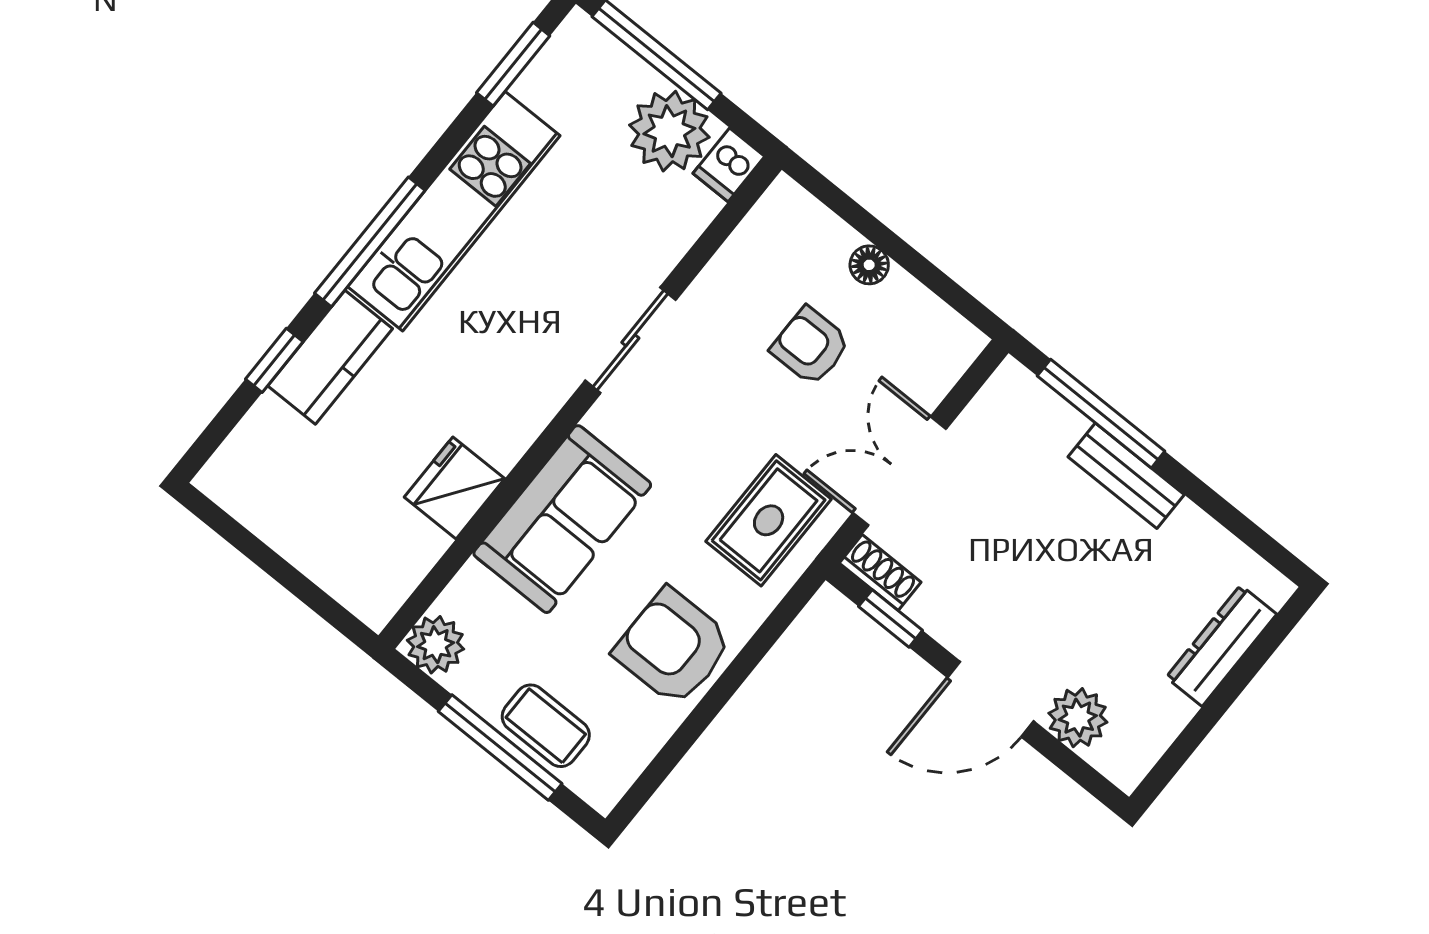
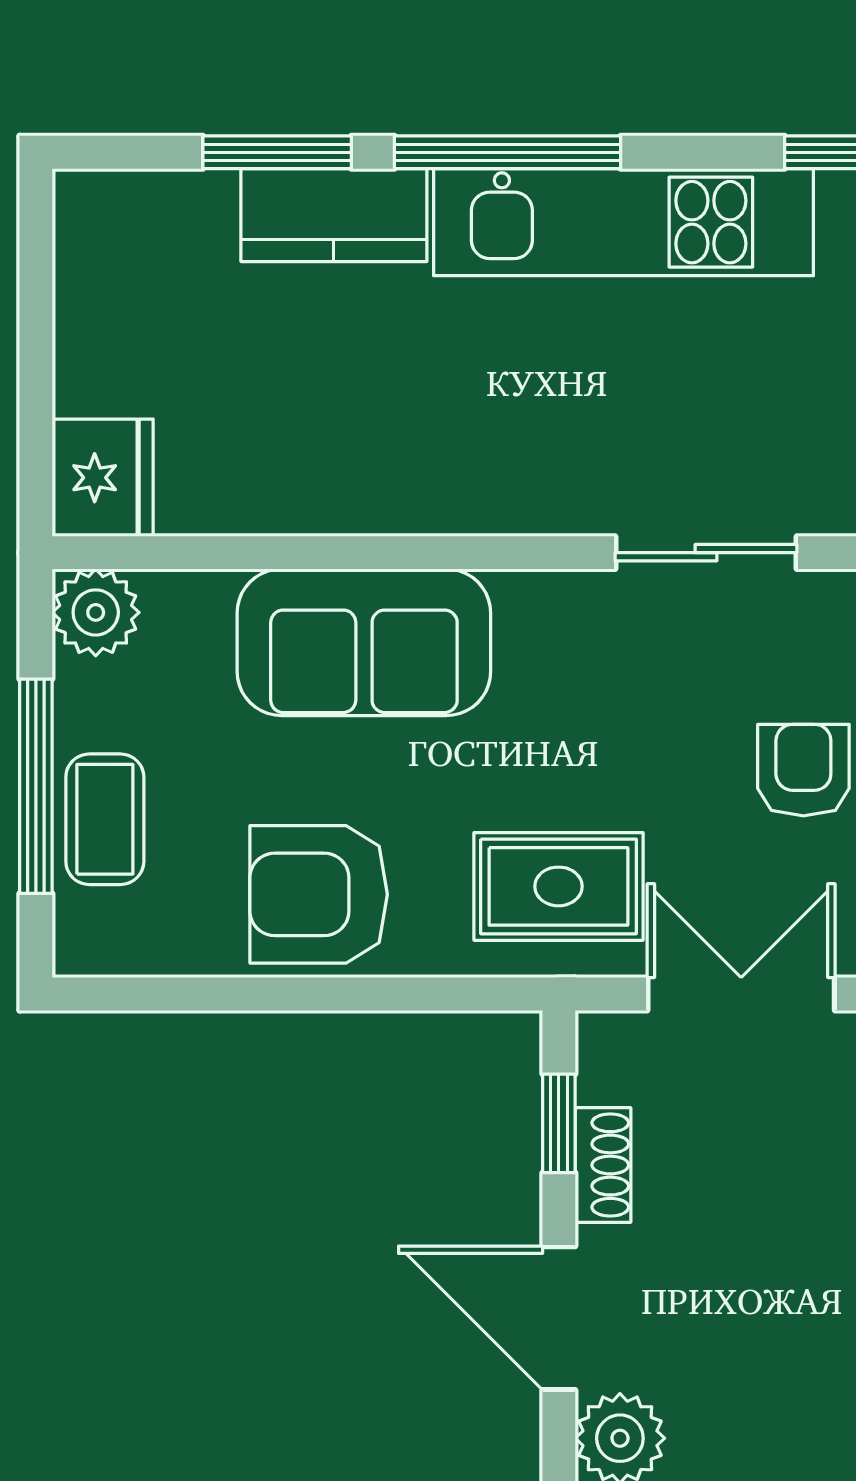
sliding door: (630, 340) -> (706, 553), moved
window: (274, 360) -> (277, 152), width x1.50
fridge: (455, 488) -> (103, 478), moved, turned 90
shoe rack: (880, 573) -> (603, 1165), moved
armchair: (673, 647) -> (319, 894), turned -90

